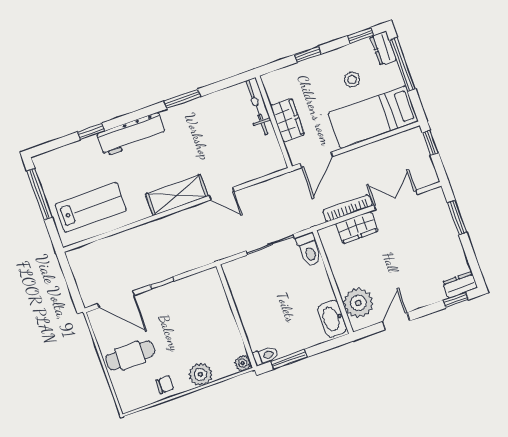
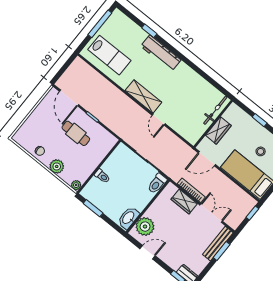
window: (182, 99) -> (196, 68), removed
bench: (444, 216) -> (218, 244), added
cafe table: (130, 355) -> (76, 133), moved
toilet: (265, 356) -> (102, 176), moved

